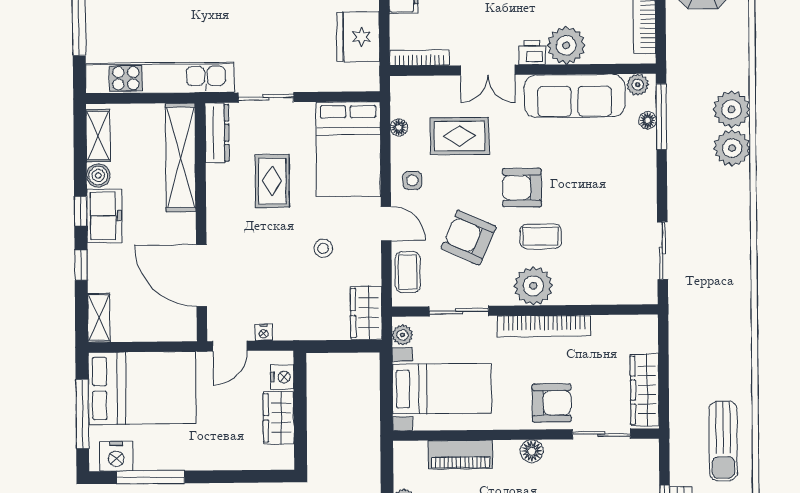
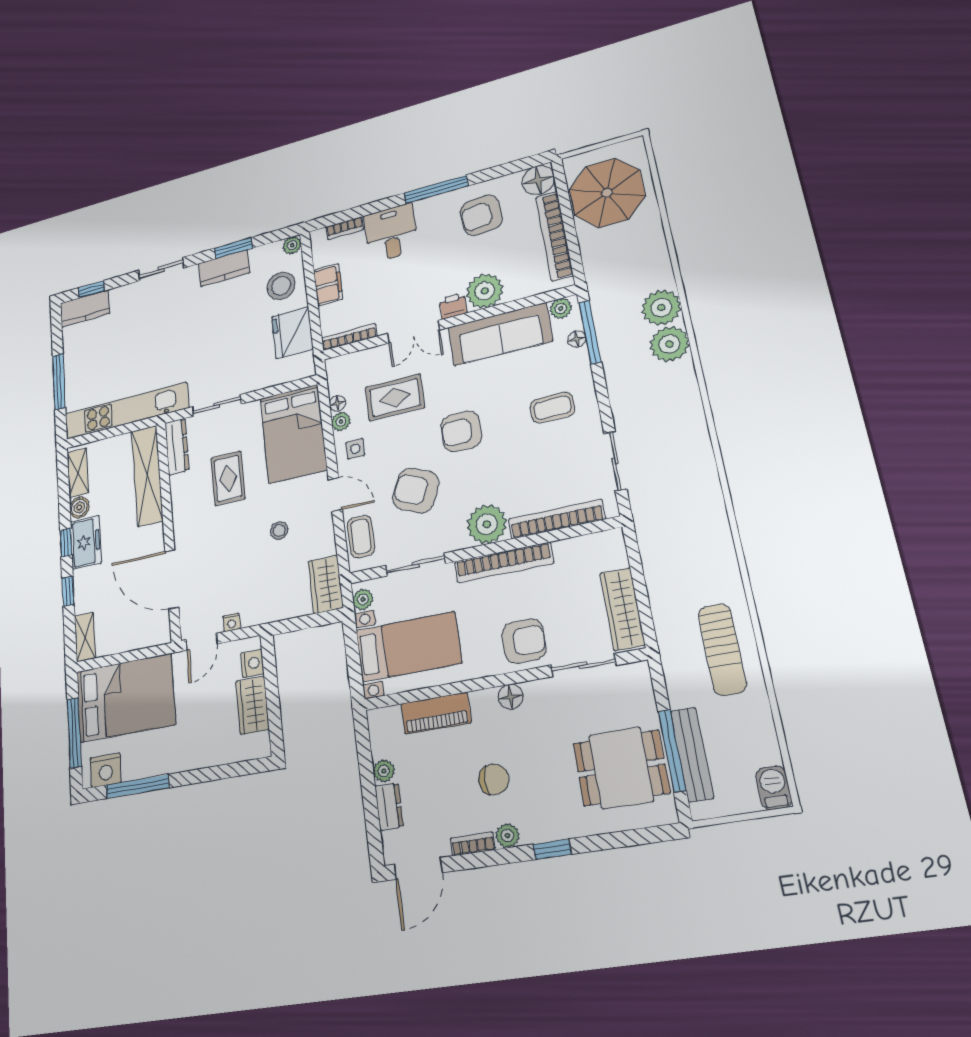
plant: (400, 148) -> (341, 422), added
coffee table: (541, 236) -> (552, 408), moved
bookcase: (600, 295) -> (557, 519), added

